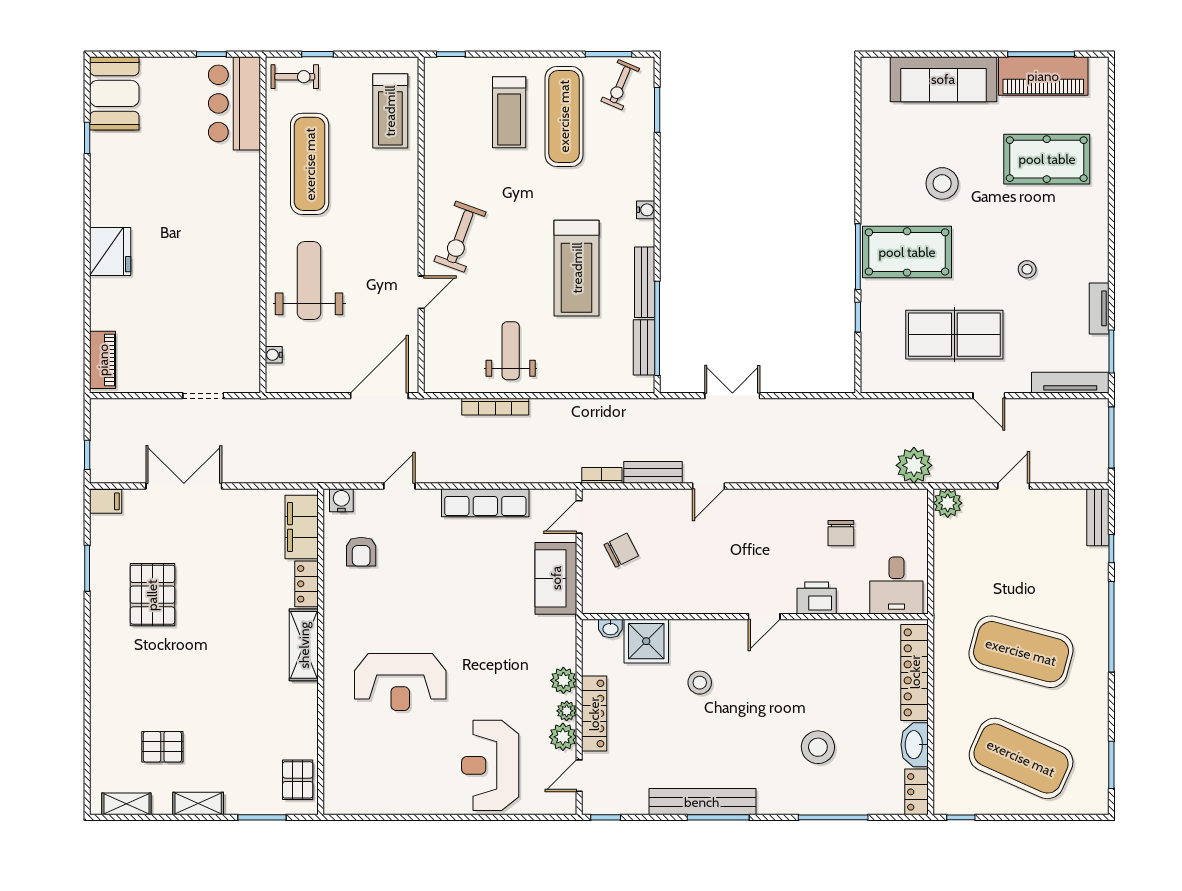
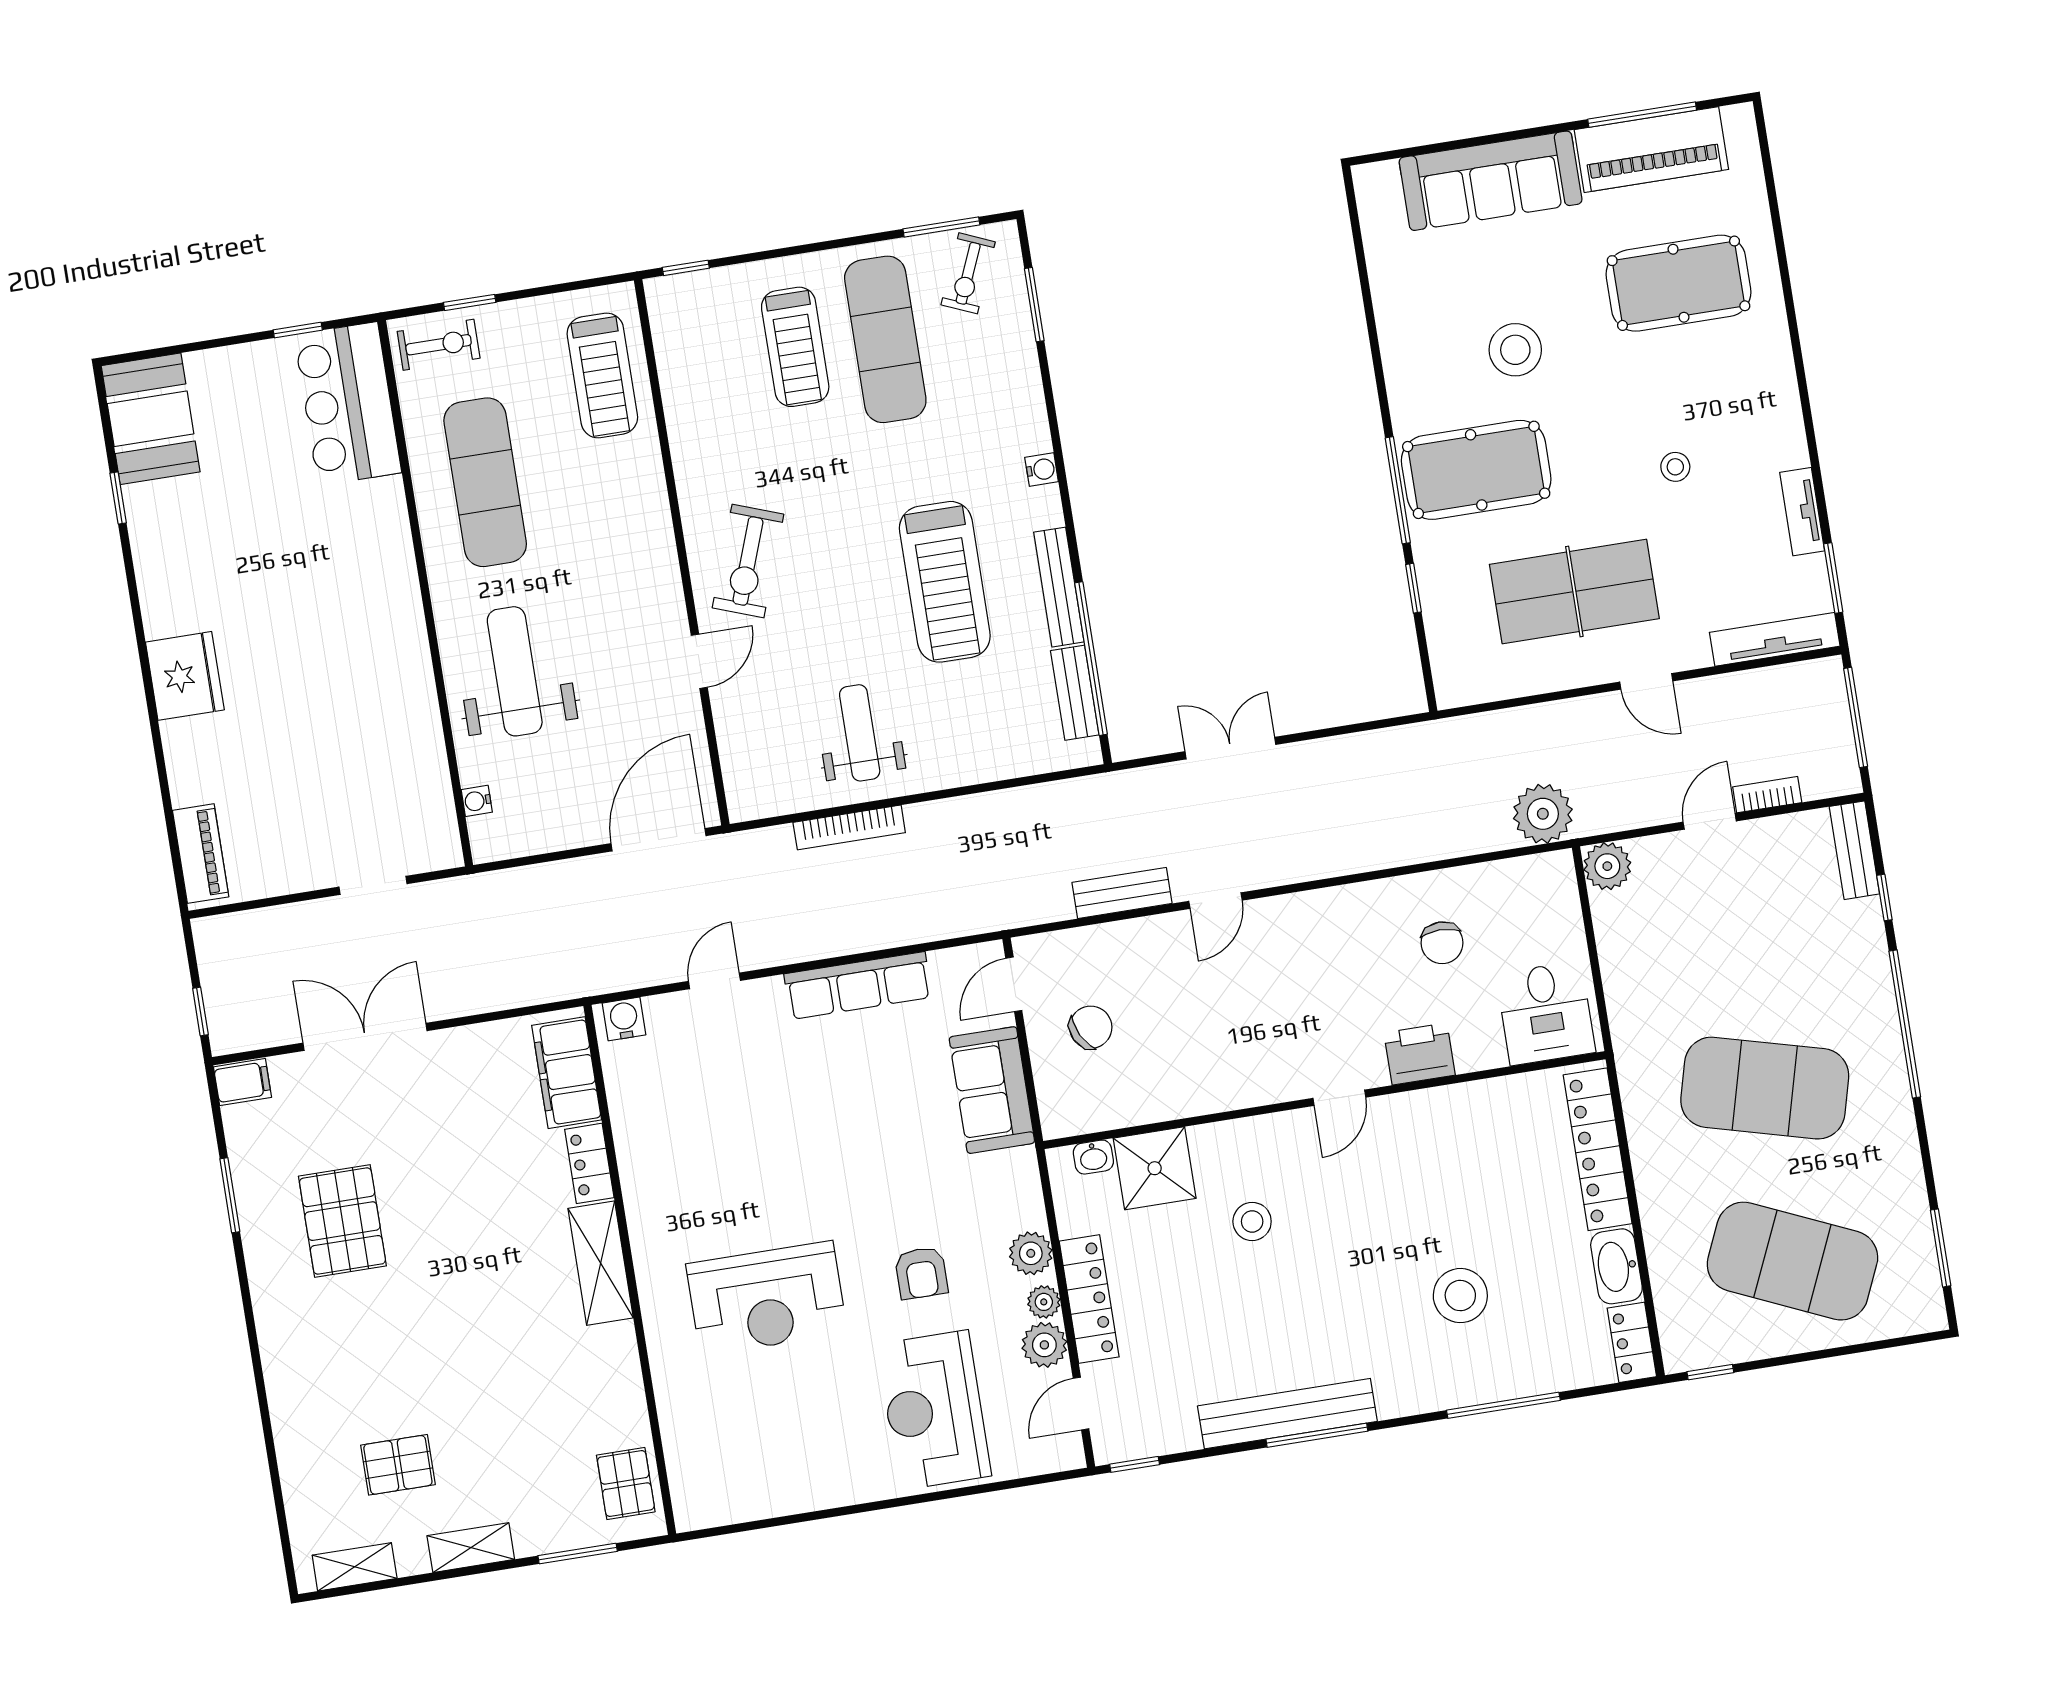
bookcase: (602, 475) -> (1767, 795), moved
armchair: (361, 552) -> (921, 1273), moved

